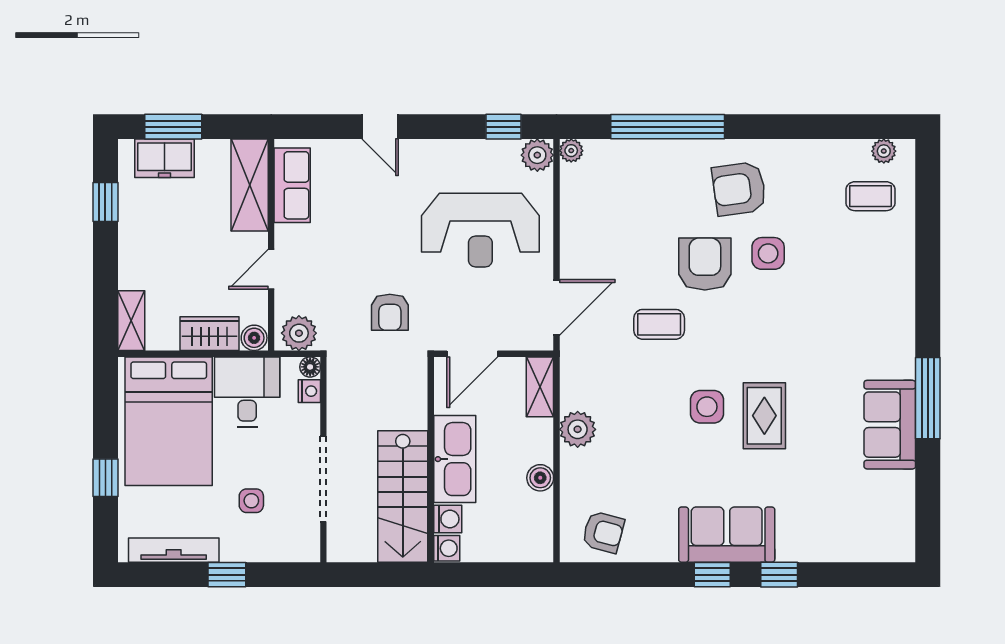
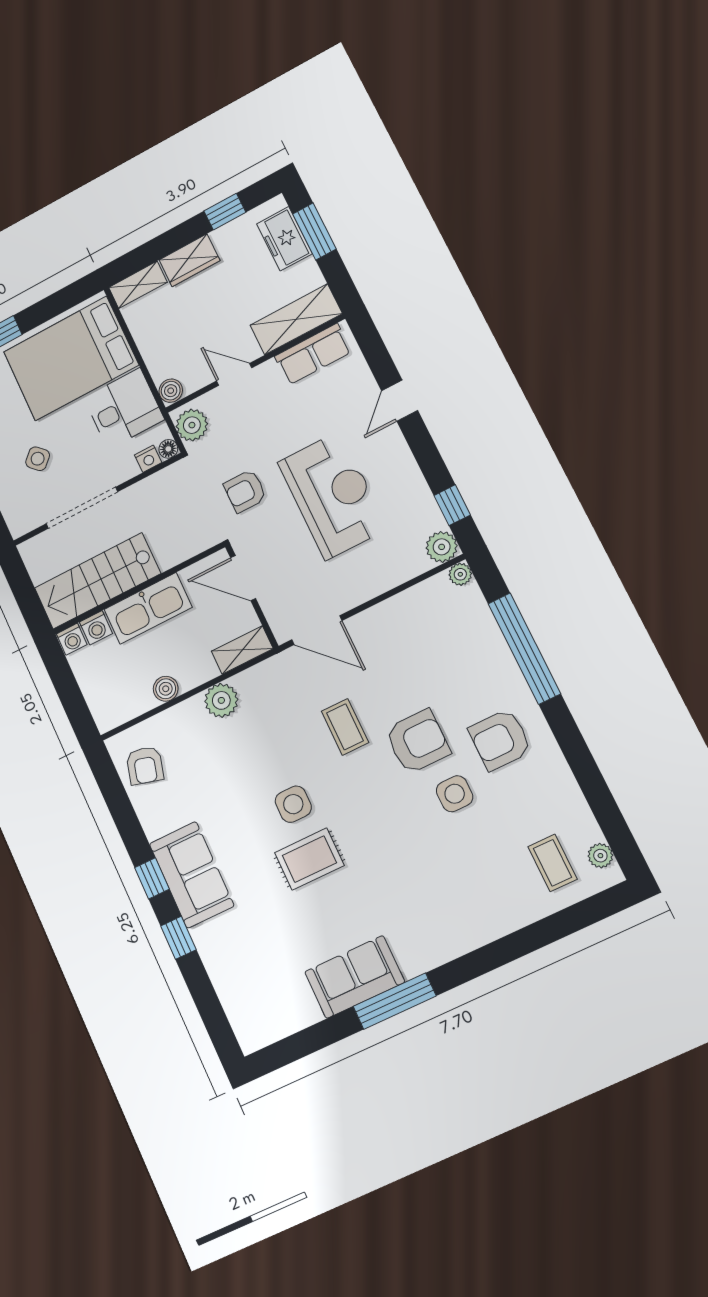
armchair: (739, 189) -> (500, 740), turned -82
reception desk: (480, 230) -> (333, 495), moved, turned 180
wardrobe: (209, 334) -> (190, 260), moved, turned 90
side table: (251, 501) -> (38, 459), turned 45

